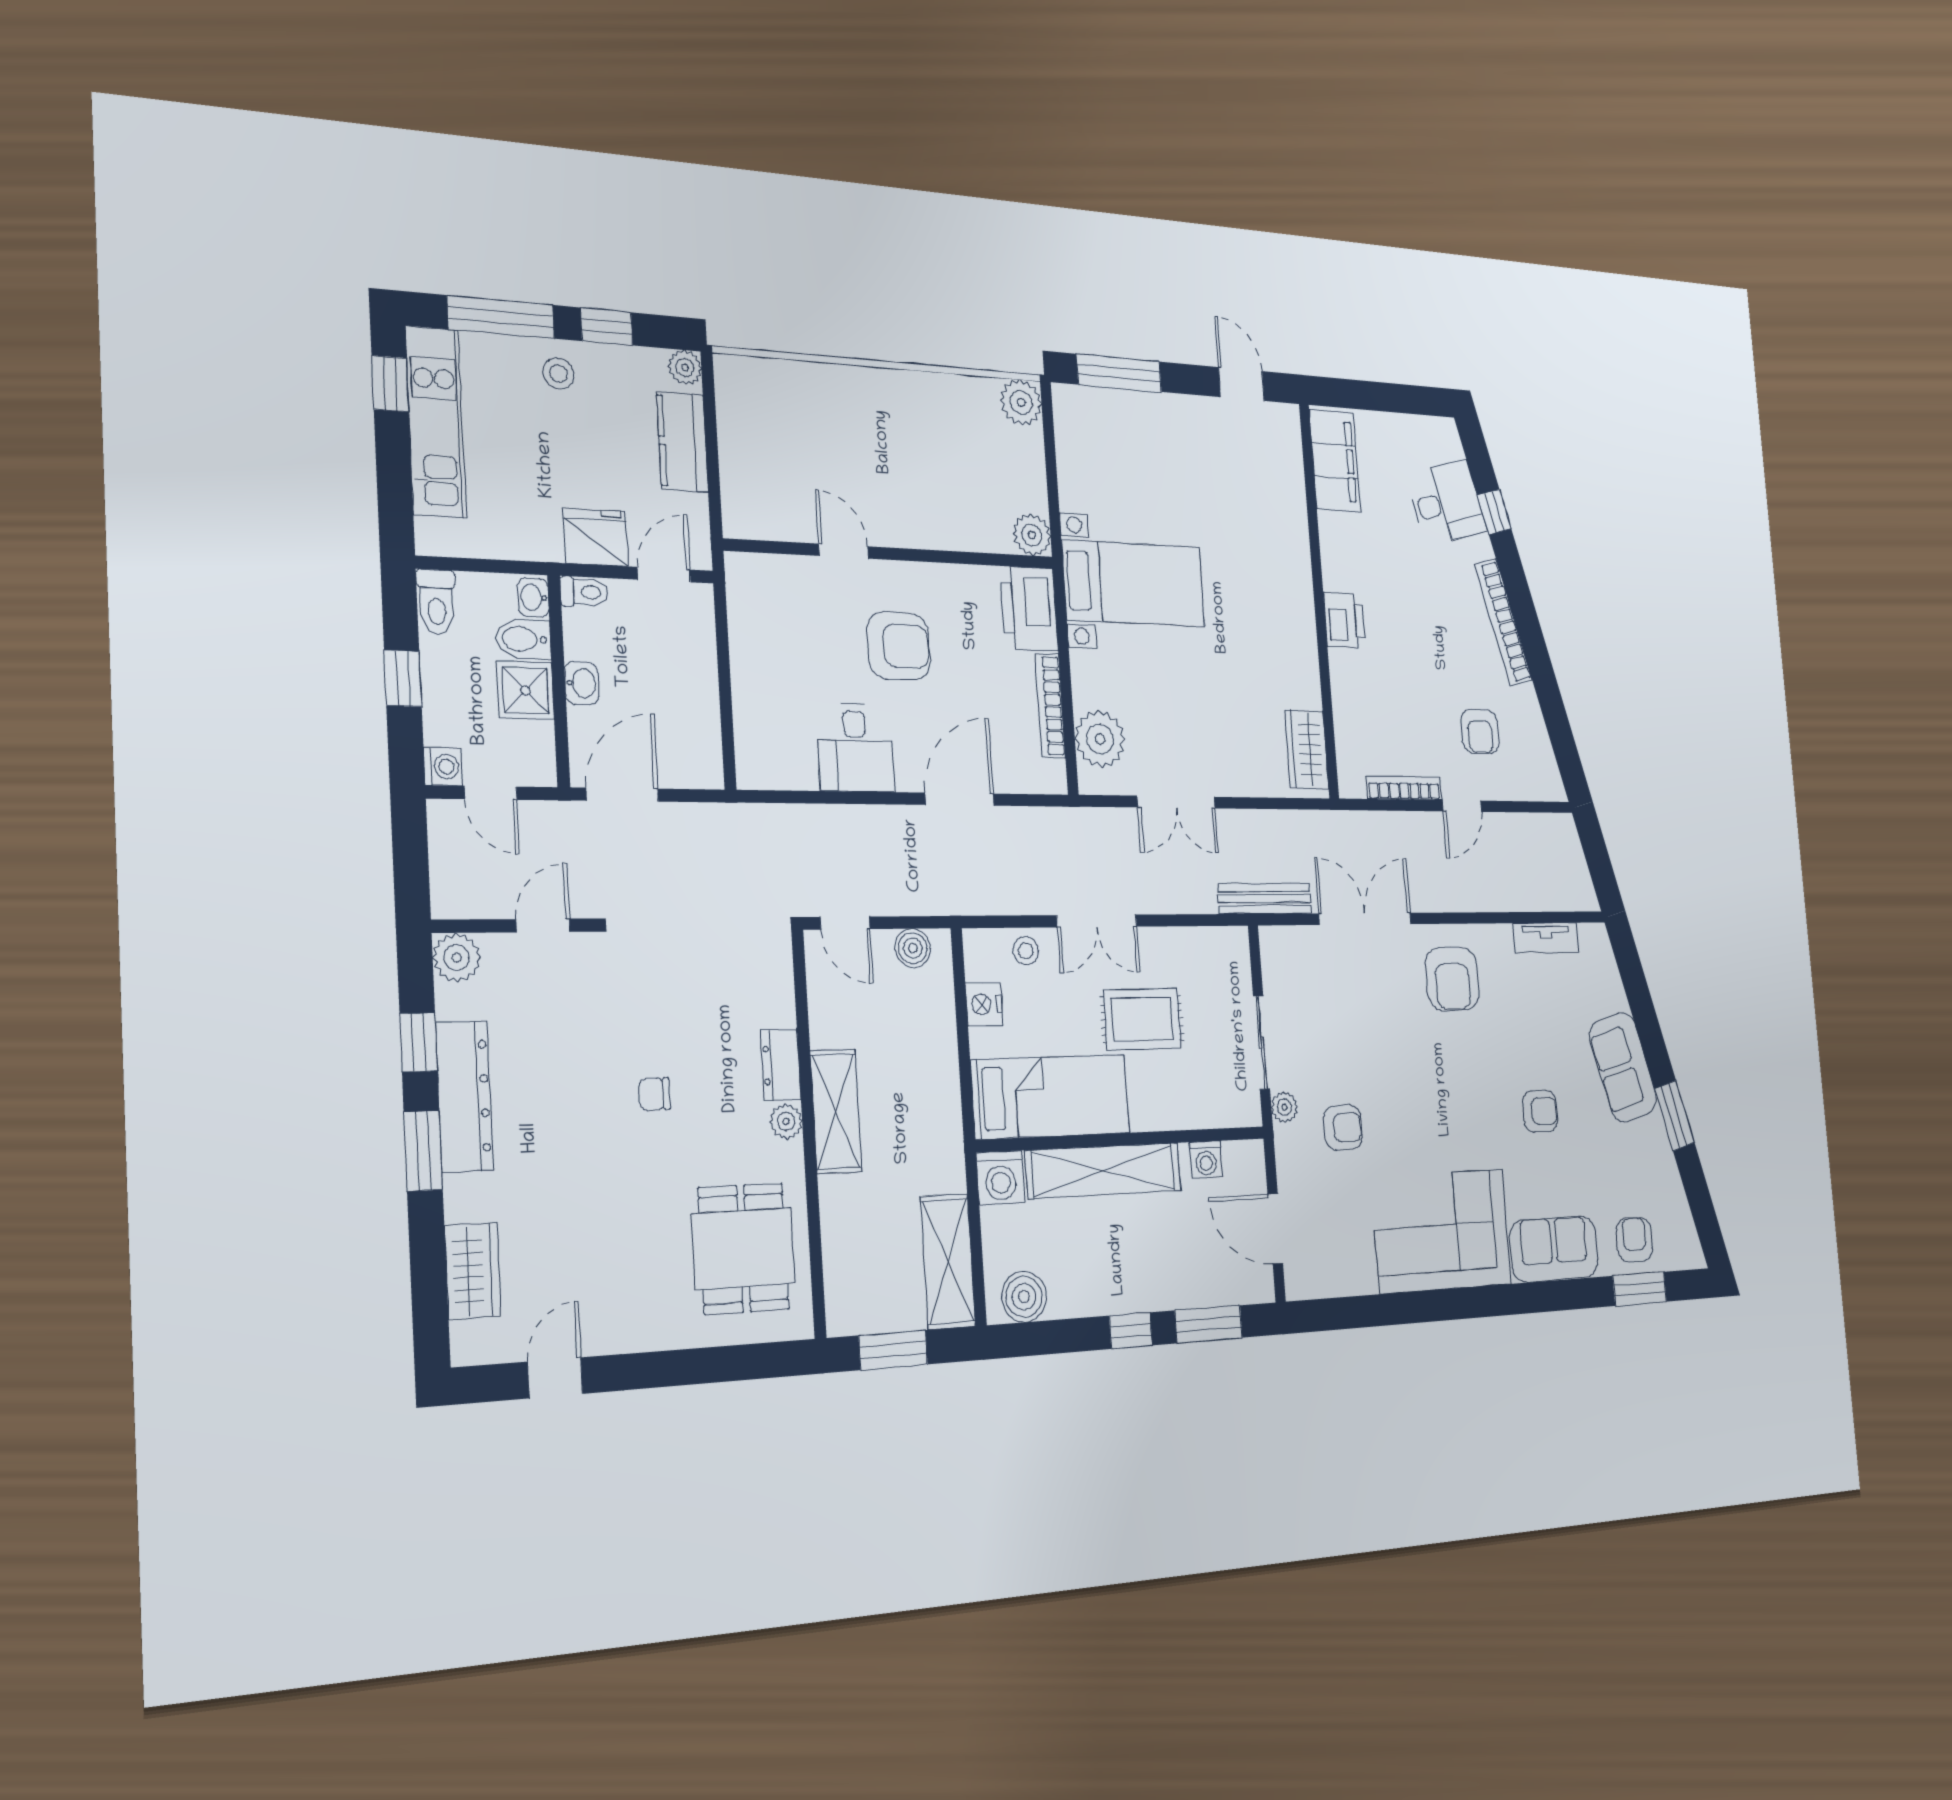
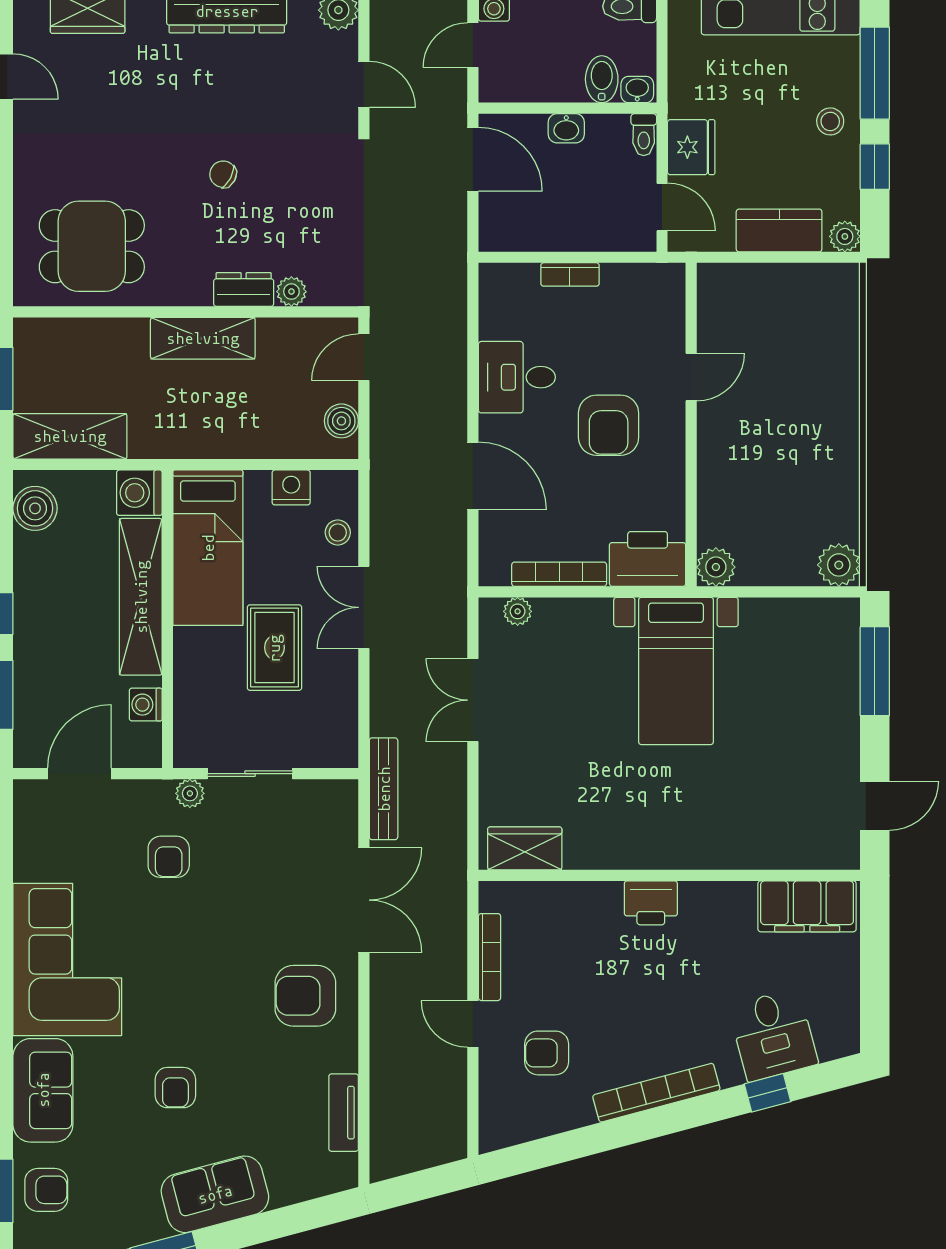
bookcase: (743, 684) -> (570, 274), added
shower: (525, 690) -> (559, 79), removed
plant: (1100, 739) -> (518, 611), width x0.53, depth x0.53
chair: (655, 1094) -> (223, 174), turned -62
plant: (786, 1121) -> (291, 292), moved

